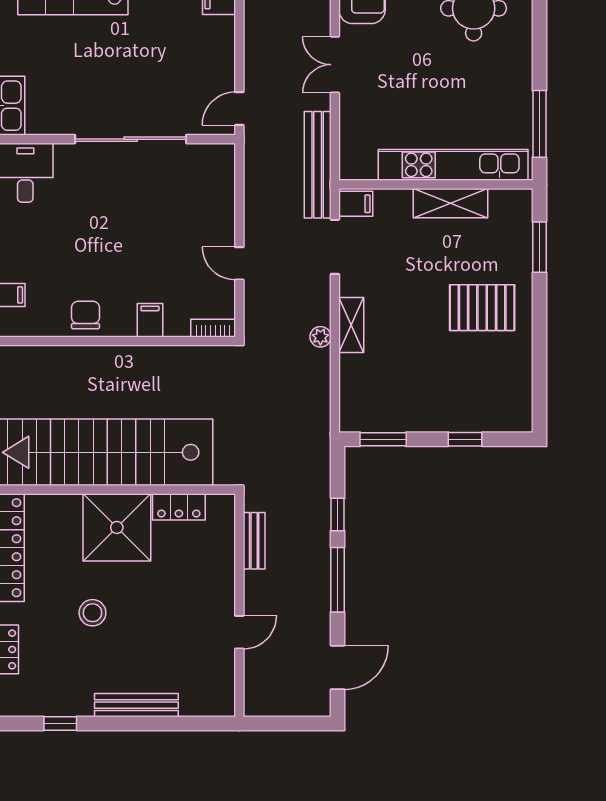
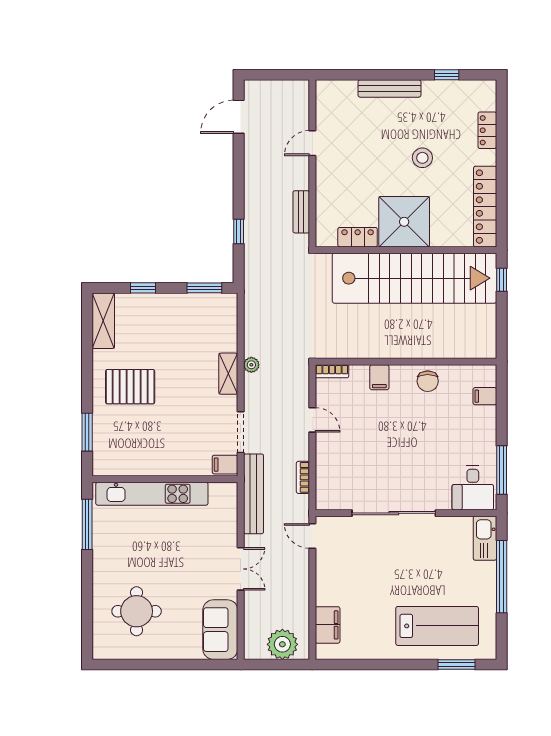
door: (239, 109) -> (312, 536), swing flipped
bookcase: (252, 187) -> (303, 477), added
shelving: (450, 203) -> (103, 321), moved, turned 90
window: (338, 580) -> (239, 183), removed

